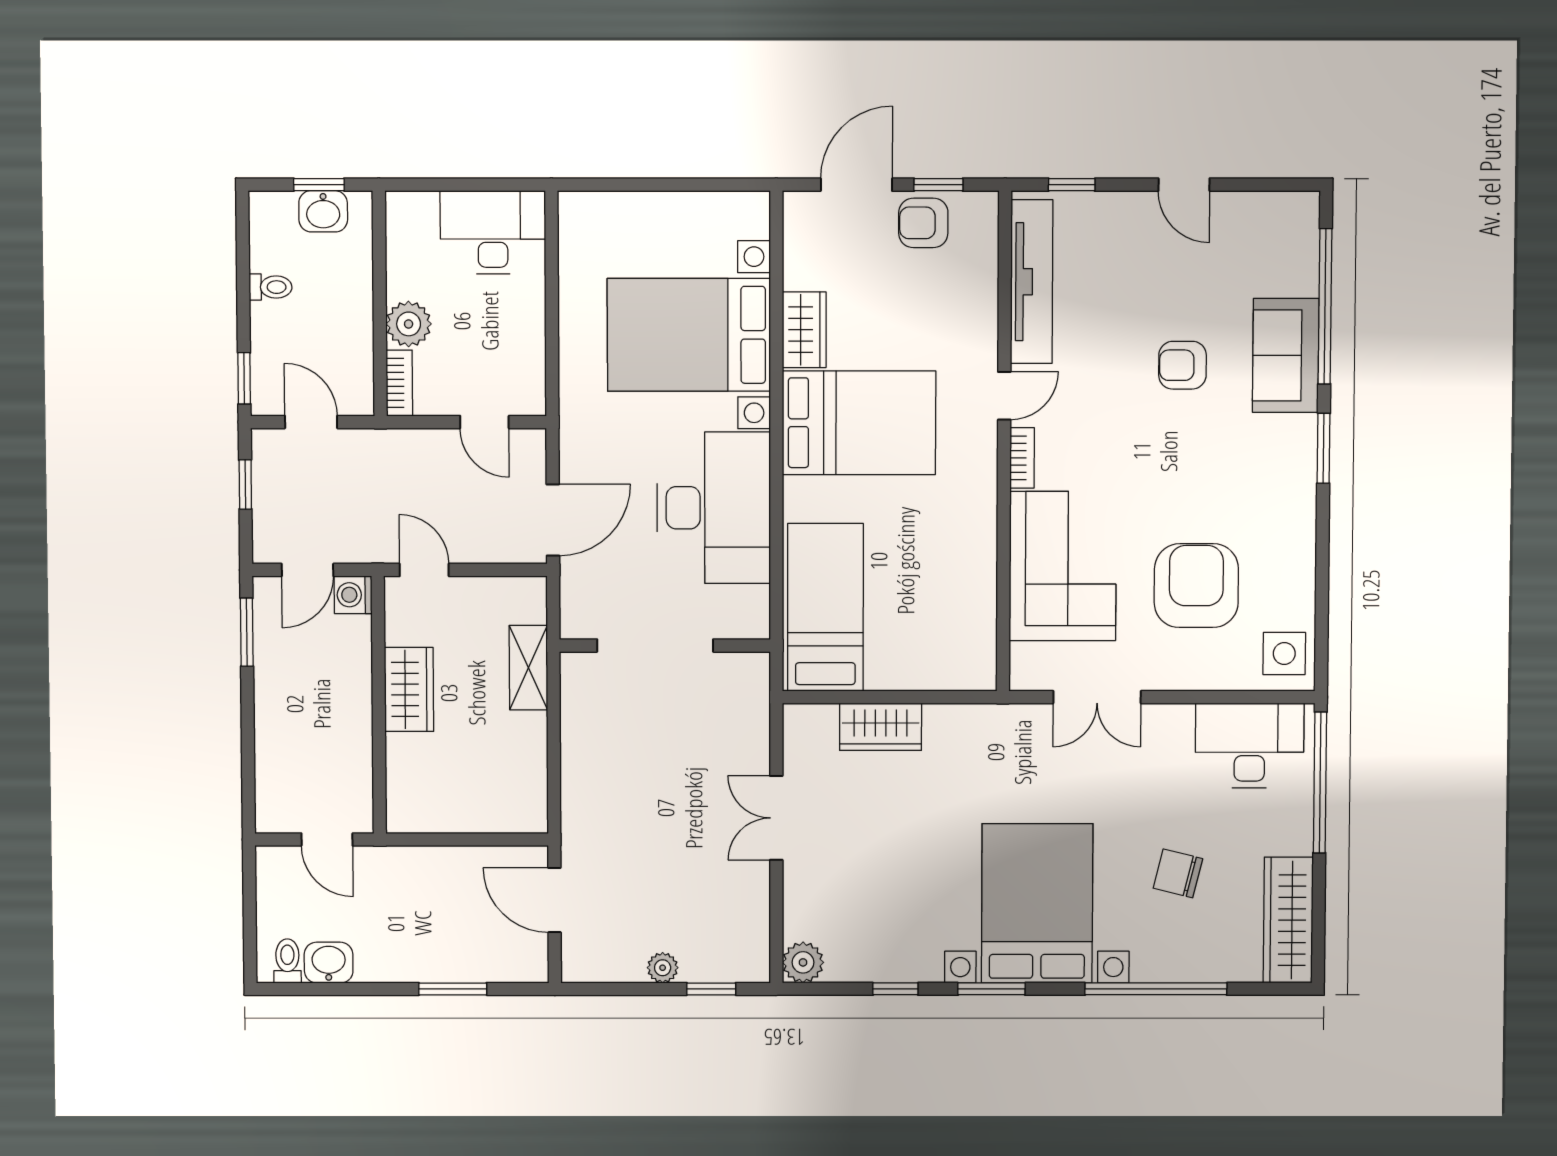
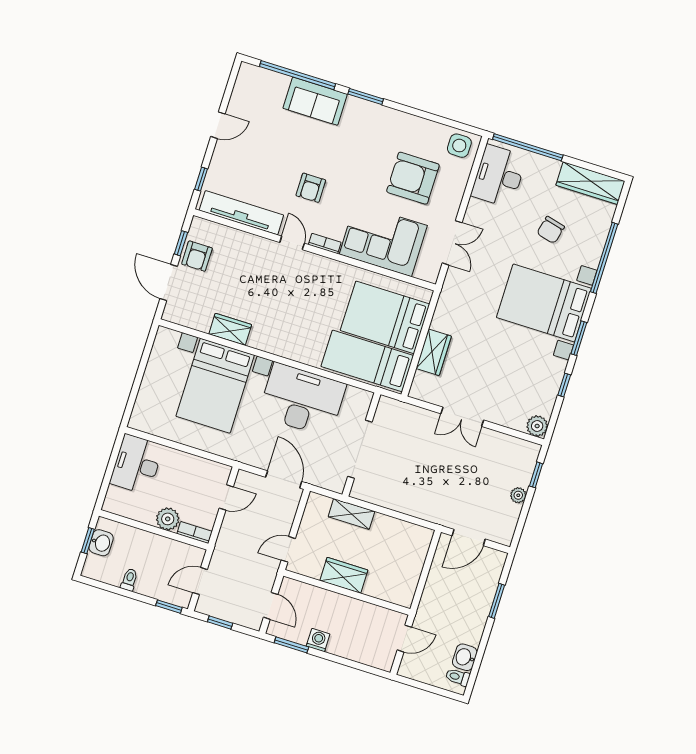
armchair: (1183, 365) -> (311, 188), moved
bed: (859, 423) -> (385, 317), moved, turned -90
washing machine: (353, 595) -> (318, 640), moved, turned 180

